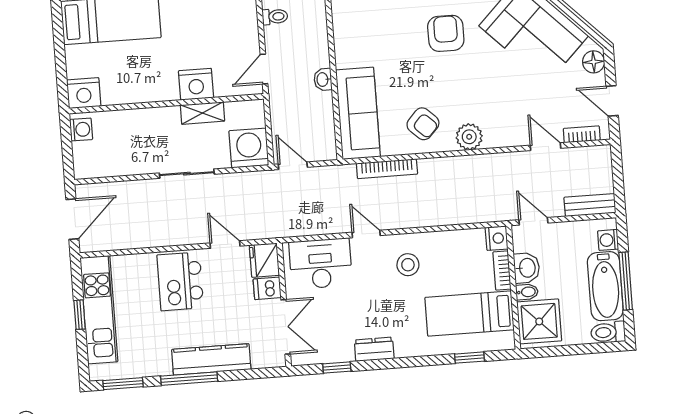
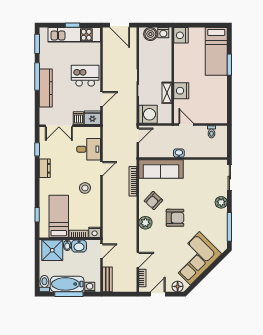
armchair: (446, 33) -> (175, 218), moved
boiler: (86, 155) -> (150, 34), added
desk: (321, 264) -> (89, 149), width x0.73

